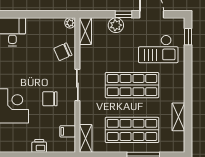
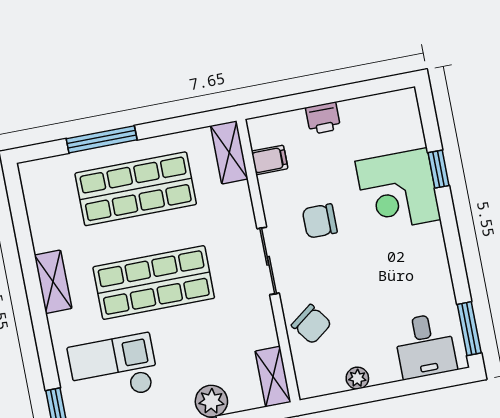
plant: (70, 23) -> (357, 378), moved
chair: (63, 52) -> (312, 324), turned 77
chair: (50, 99) -> (320, 221), turned 180
shelving: (178, 117) -> (53, 282), moved

